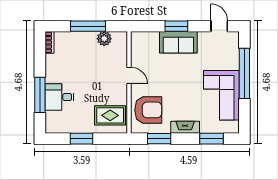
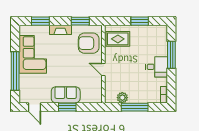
desk: (59, 97) -> (157, 67), moved

